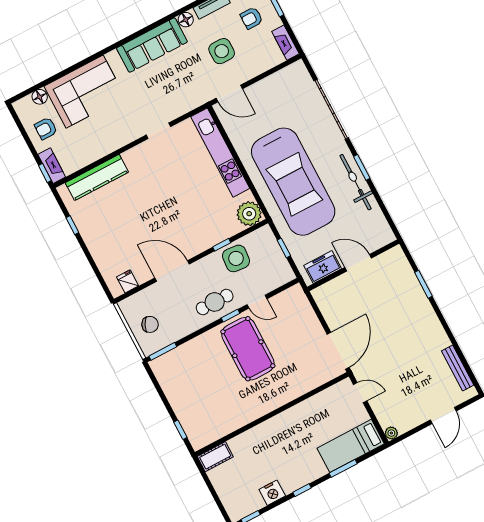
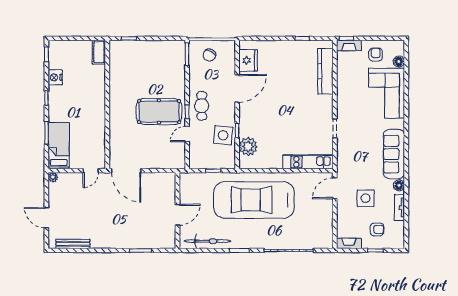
armchair: (251, 18) -> (377, 229), turned 90
kitchen unit: (220, 153) -> (308, 162), width x0.73
bicycle: (356, 182) -> (207, 241), moved
plant: (249, 214) -> (248, 147), moved
freezer: (323, 267) -> (187, 190), removed
fridge: (128, 281) -> (248, 60), width x1.88, depth x1.34

